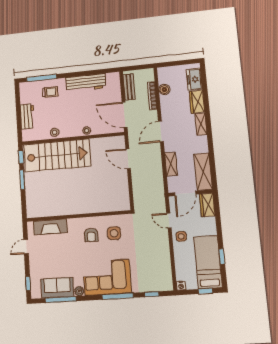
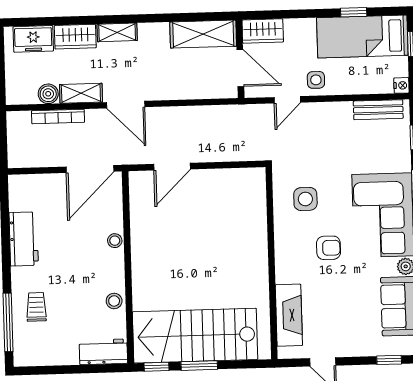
workbench: (86, 83) -> (24, 239), width x0.73
bench: (129, 87) -> (378, 110), moved
workbench: (27, 116) -> (103, 352), moved
stairs: (57, 155) -> (195, 336), moved, turned -90
shelving: (171, 164) -> (81, 93), moved
armchair: (91, 235) -> (328, 248), moved

